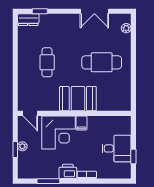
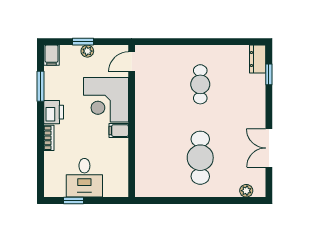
cafe table: (47, 62) -> (200, 84), turned 90
booth: (78, 99) -> (151, 126), removed
filing cabinet: (25, 173) -> (52, 55), added

